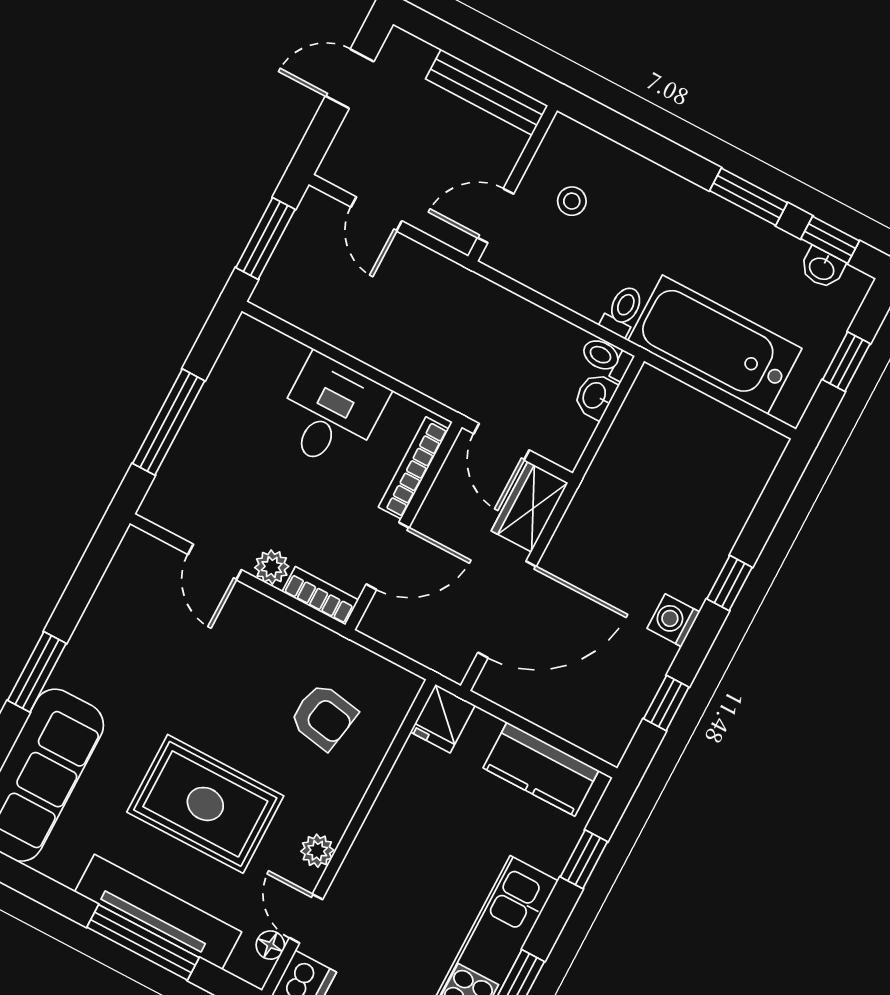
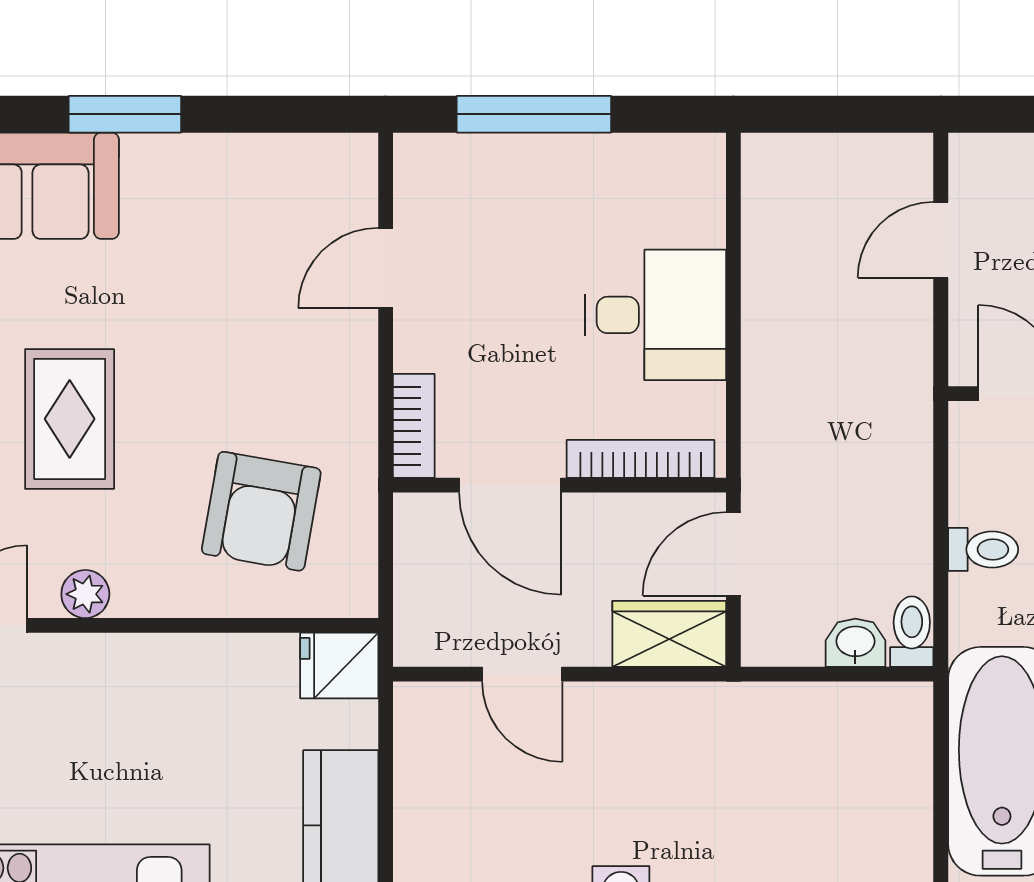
window: (265, 239) -> (834, 114), removed
toilet: (623, 311) -> (983, 549), moved
plant: (272, 567) -> (418, 344), removed
door: (507, 610) -> (522, 674), width x0.53
armchair: (323, 717) -> (261, 511), width x1.38, depth x1.38
rug: (205, 804) -> (70, 419), width x0.73, depth x0.70

